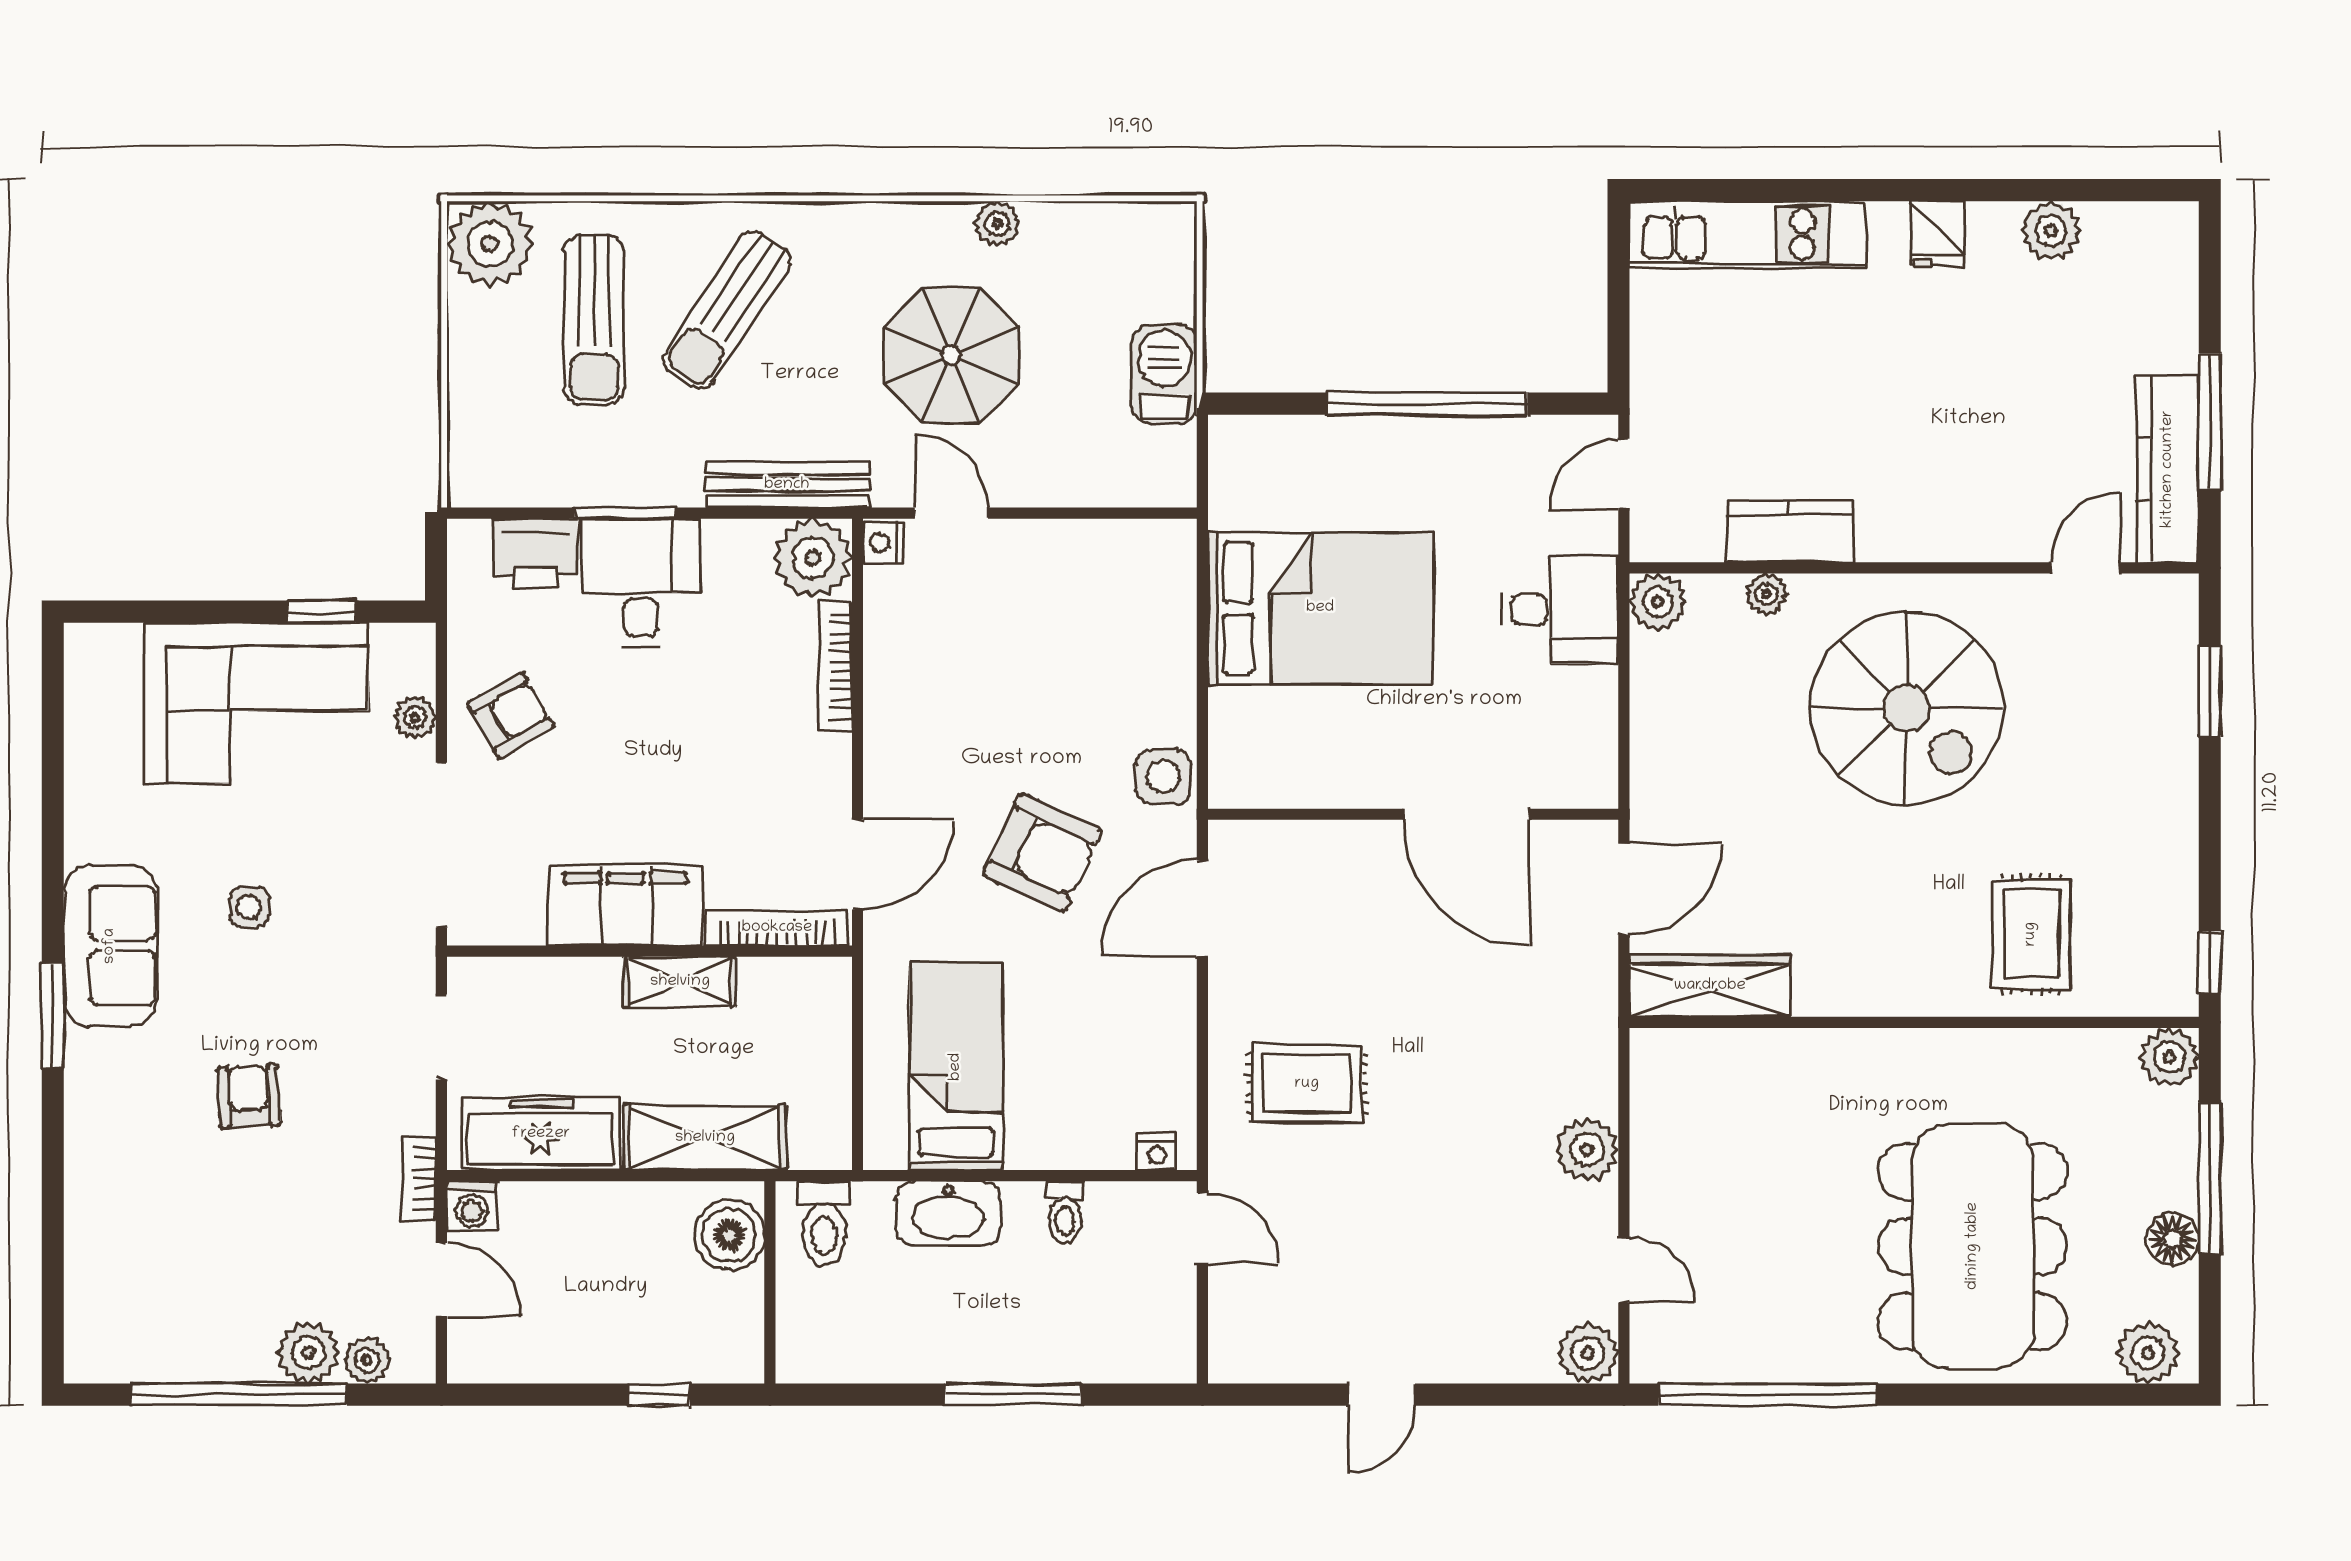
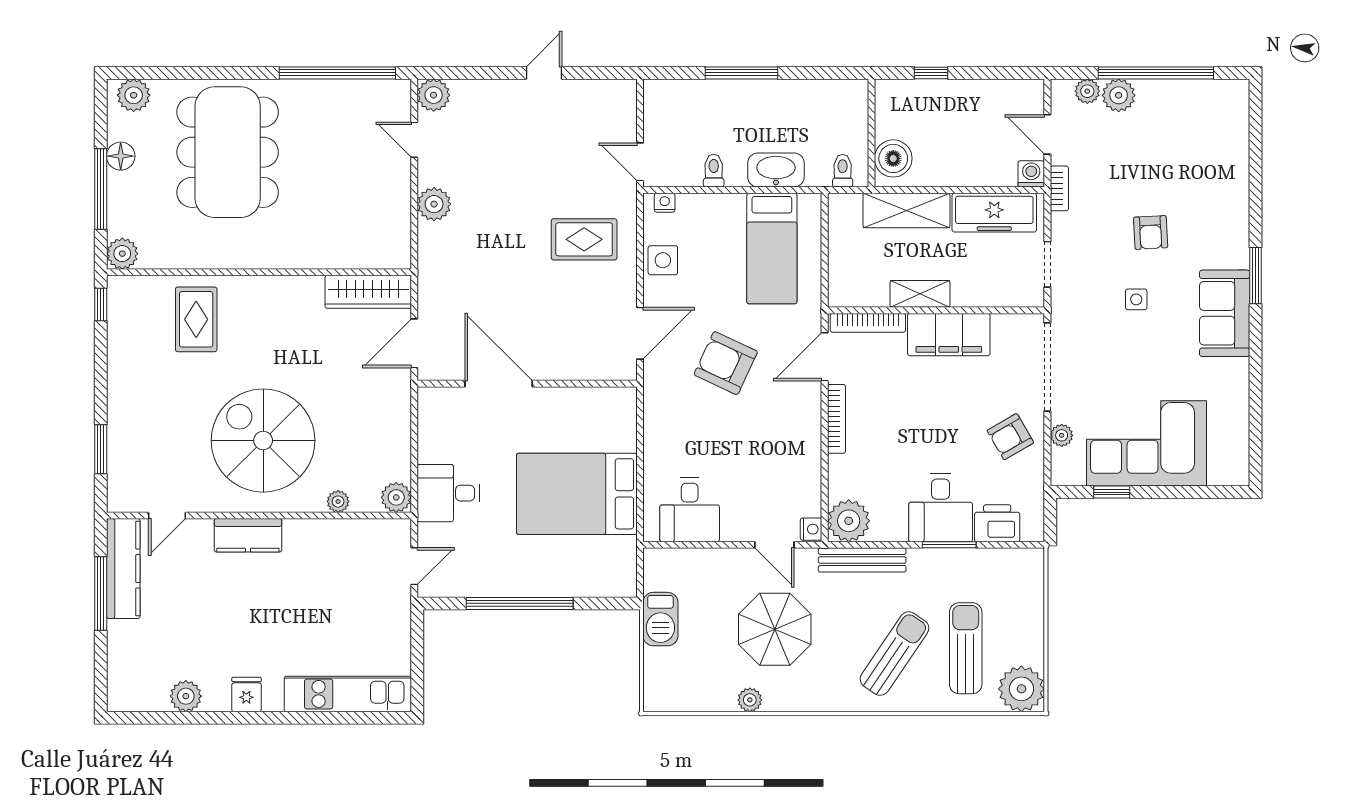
kitchen counter: (1790, 531) -> (248, 535), moved
desk: (1110, 578) -> (690, 510), added
bookcase: (836, 666) -> (836, 419), moved
side table: (1163, 777) -> (663, 260), moved
side table: (249, 907) -> (1136, 299), moved
toilet: (824, 1223) -> (843, 171), width x0.73, depth x0.72

